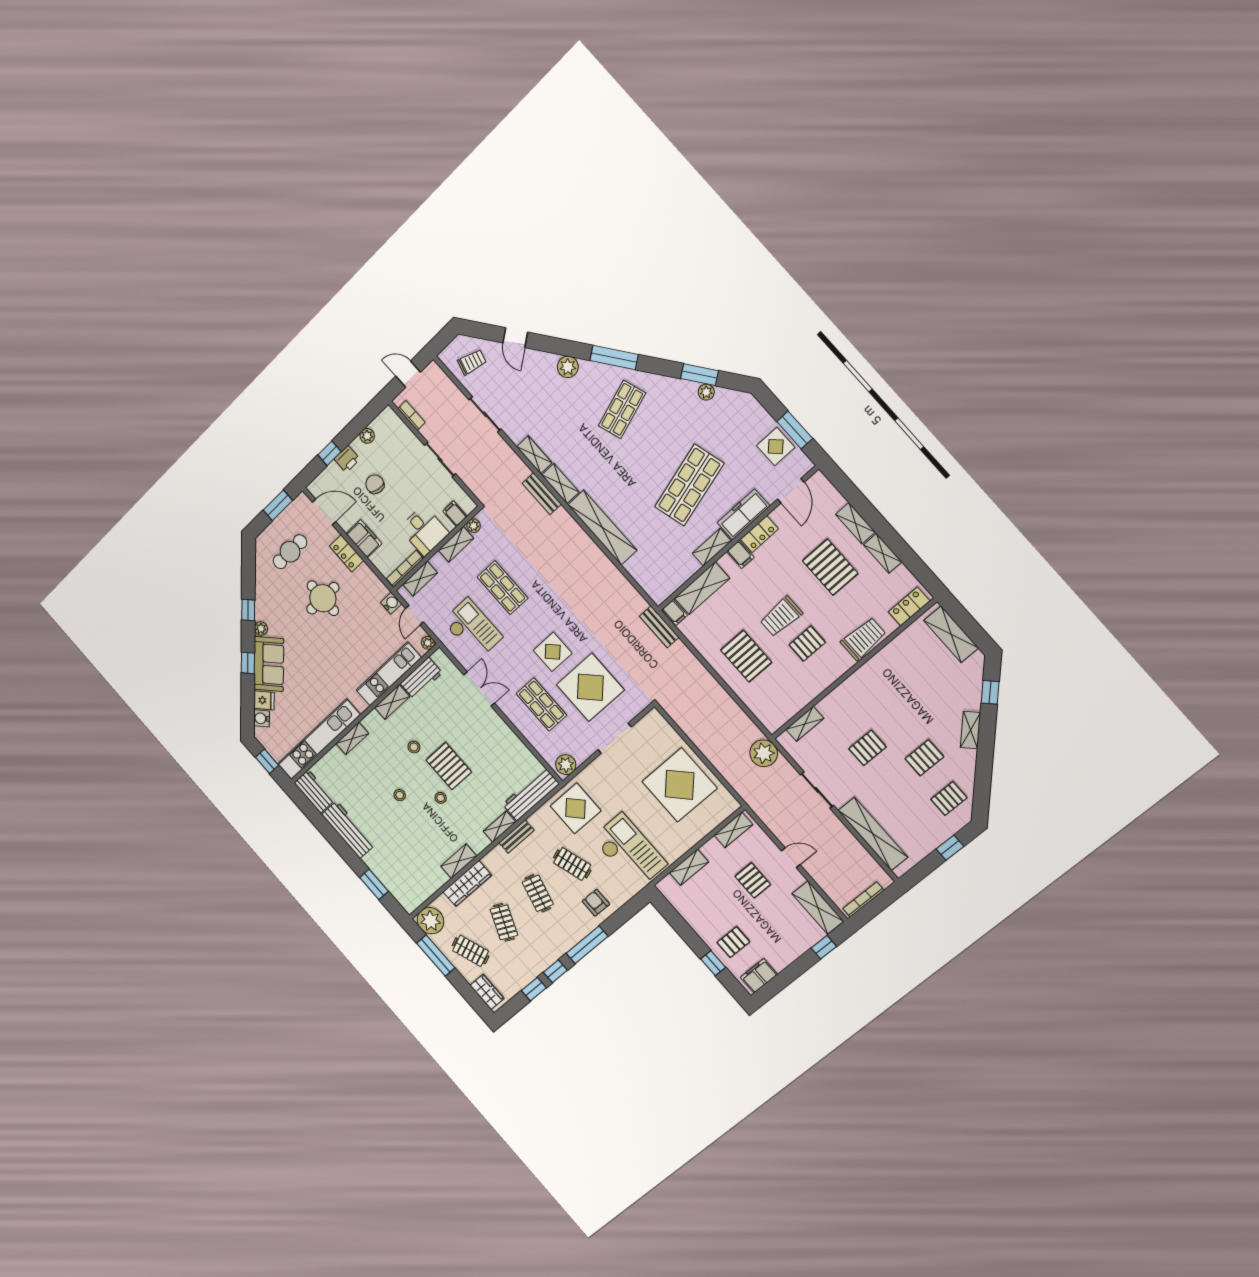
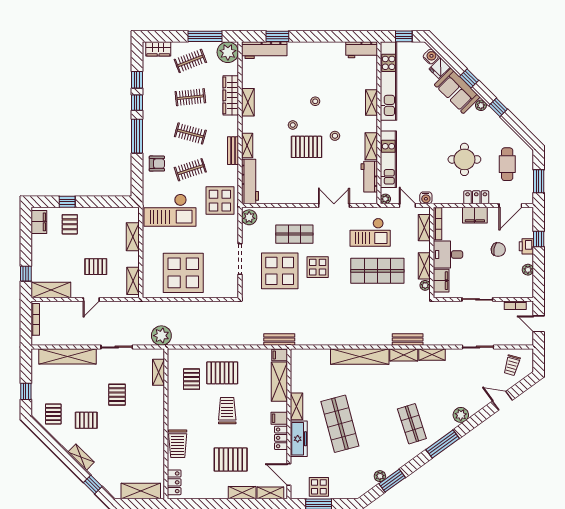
door: (408, 374) -> (539, 324), swing flipped
filing cabinet: (455, 514) -> (441, 281), width x2.00
shelving: (883, 553) -> (270, 493), moved
shop shelf: (503, 588) -> (377, 271), width x1.43, depth x1.36
pallet: (807, 644) -> (192, 379), moved
double door: (479, 689) -> (334, 205), swing flipped
pallet: (924, 758) -> (86, 420), turned 90
workbench: (348, 830) -> (264, 50), moved
clothes rail: (504, 922) -> (190, 97), turned -30

